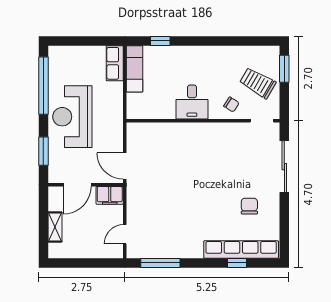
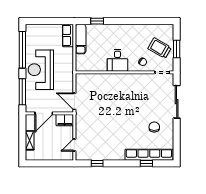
window: (284, 69) -> (177, 49), moved
window: (43, 151) -> (22, 92), width x1.44
window: (160, 263) -> (97, 163), width x0.46

